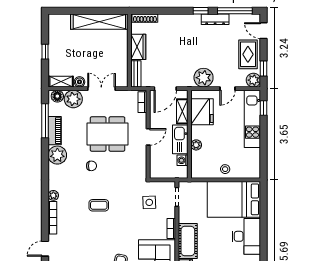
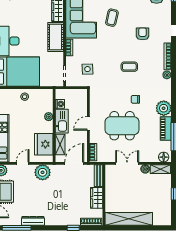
window: (201, 11) -> (73, 228), moved
double door: (101, 89) -> (127, 163), swing flipped
plant: (73, 99) -> (150, 155), removed
armchair: (83, 245) -> (143, 34), added

